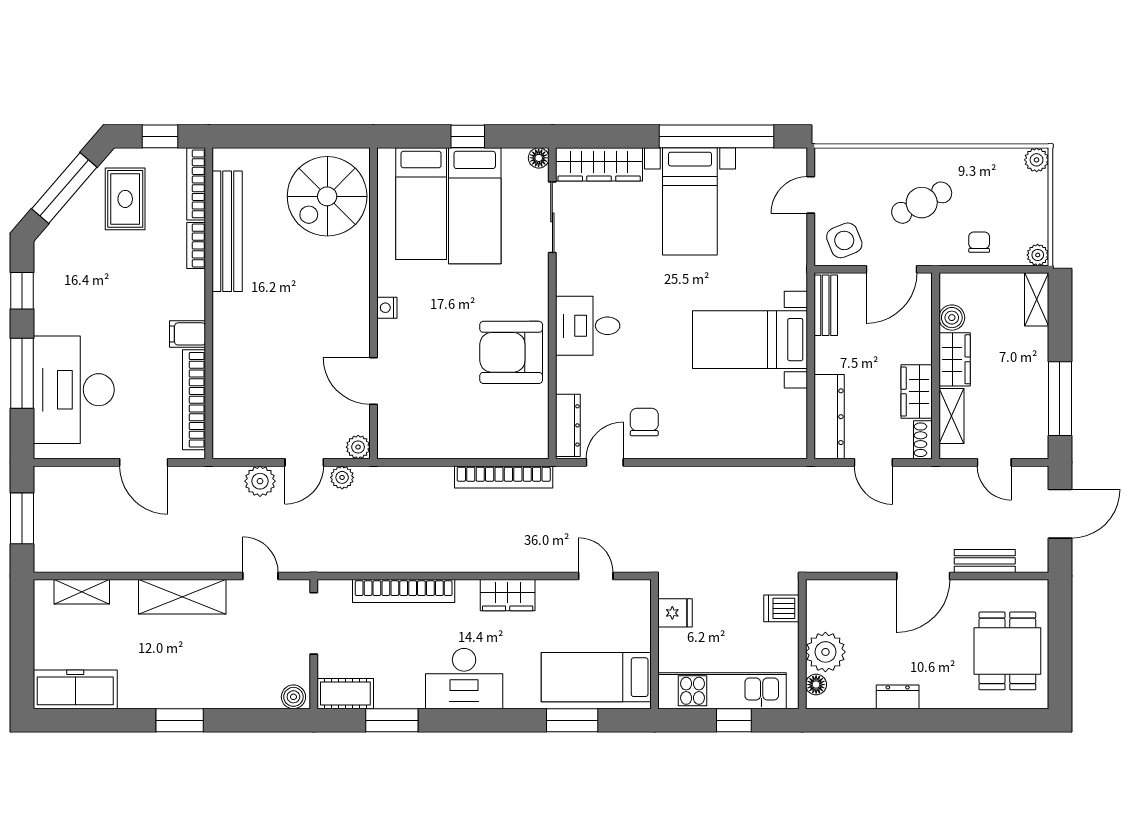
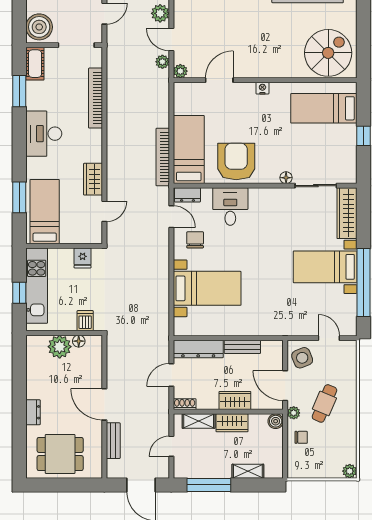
floor lamp: (539, 158) -> (286, 178), moved
spiral stairs: (327, 196) -> (328, 53), turned 90
cafe table: (922, 203) -> (324, 403), turned 50
bed: (475, 206) -> (189, 149), moved, turned 90
plant: (1038, 255) -> (294, 413), moved
shelving: (1037, 299) -> (248, 471), moved
bench: (826, 305) -> (242, 347), moved
boiler: (952, 318) -> (276, 421), moved
desk: (588, 326) -> (230, 207), moved
bed with nightstands: (750, 340) -> (207, 288), moved, turned 90
wardrobe: (917, 392) -> (235, 401), moved
chair: (644, 422) -> (195, 240), turned -90
dresser: (568, 425) -> (187, 195), width x0.70
wardrobe: (508, 595) -> (93, 179), moved
floor lamp: (816, 685) -> (79, 341), moved
boiler: (293, 697) -> (39, 27), width x1.86, depth x1.86
dresser: (898, 697) -> (33, 412), moved

